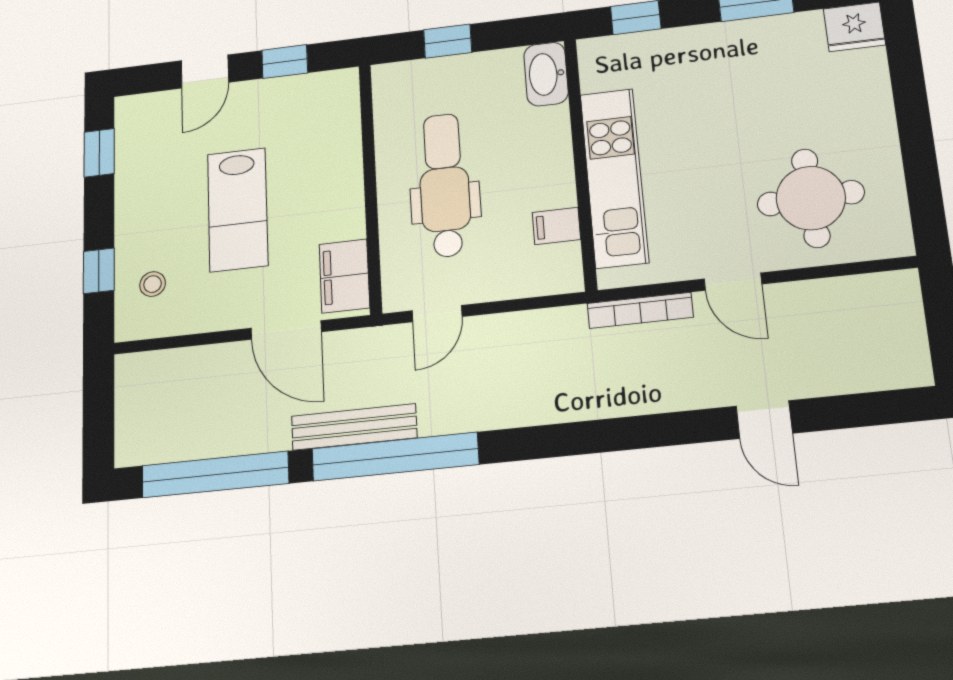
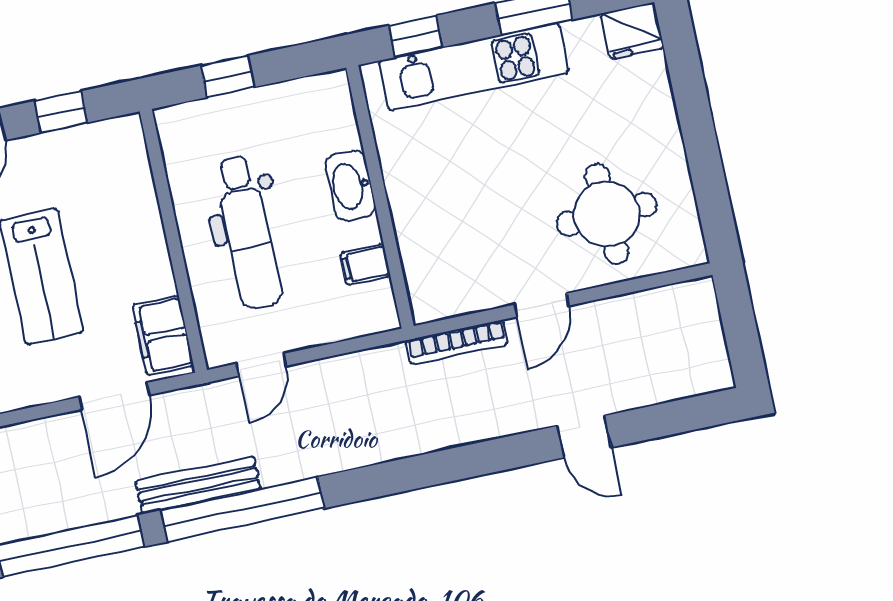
washbasin: (546, 74) -> (350, 186), moved
kitchen unit: (614, 178) -> (474, 67), moved, turned 90
dental chair: (444, 185) -> (248, 232), turned 180
door: (733, 282) -> (542, 305), hinge flipped
door: (286, 330) -> (114, 396), hinge flipped

